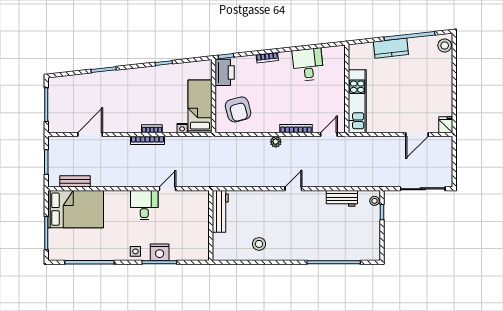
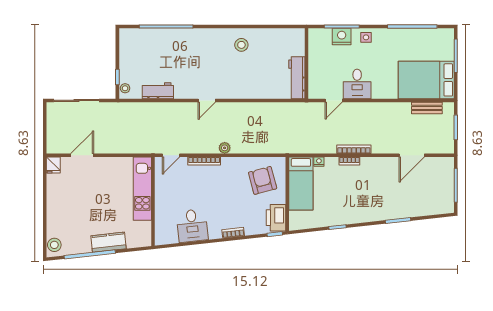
workbench: (220, 211) -> (297, 78), moved
wall: (211, 225) -> (306, 63), moved

